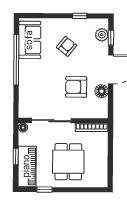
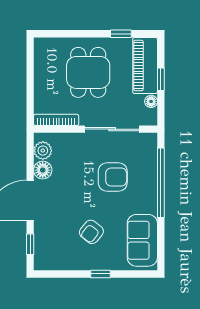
window: (80, 16) -> (101, 274), moved
plant: (102, 35) -> (43, 151), moved
window: (16, 60) -> (161, 183), moved
armchair: (76, 87) -> (113, 177), moved
floor lamp: (23, 128) -> (151, 101), moved

